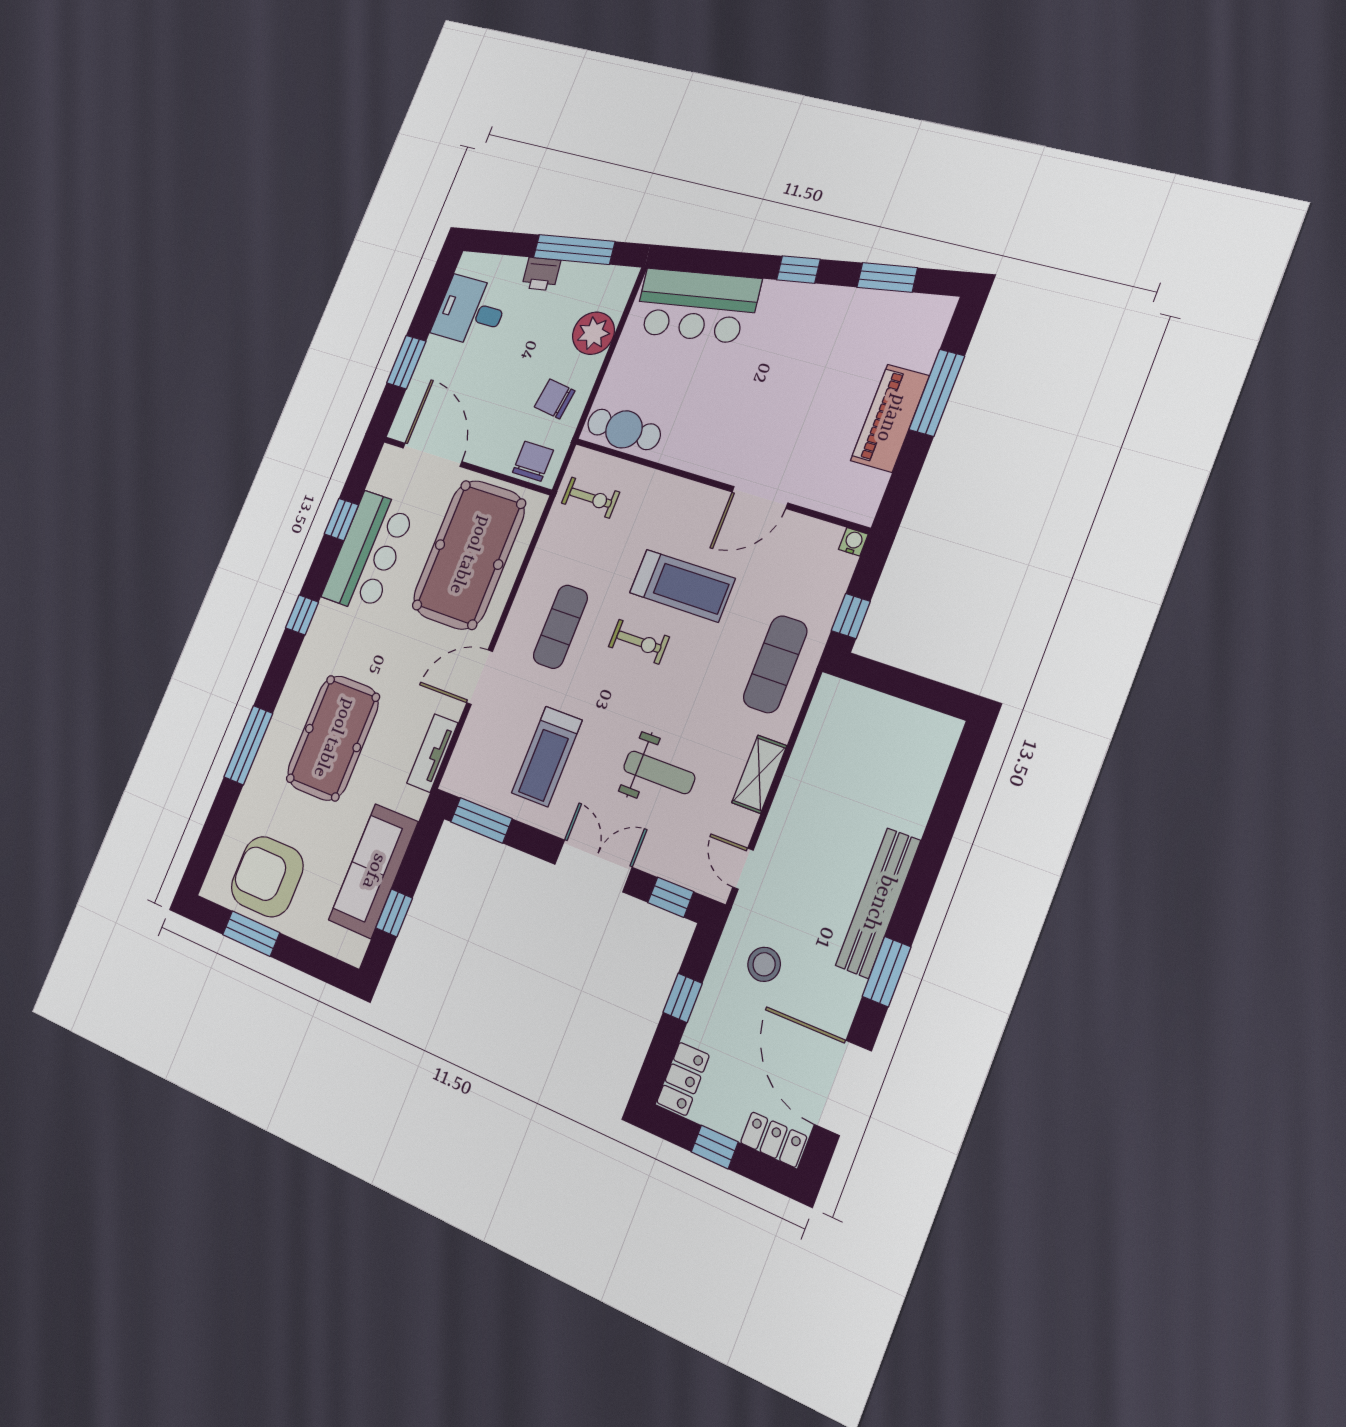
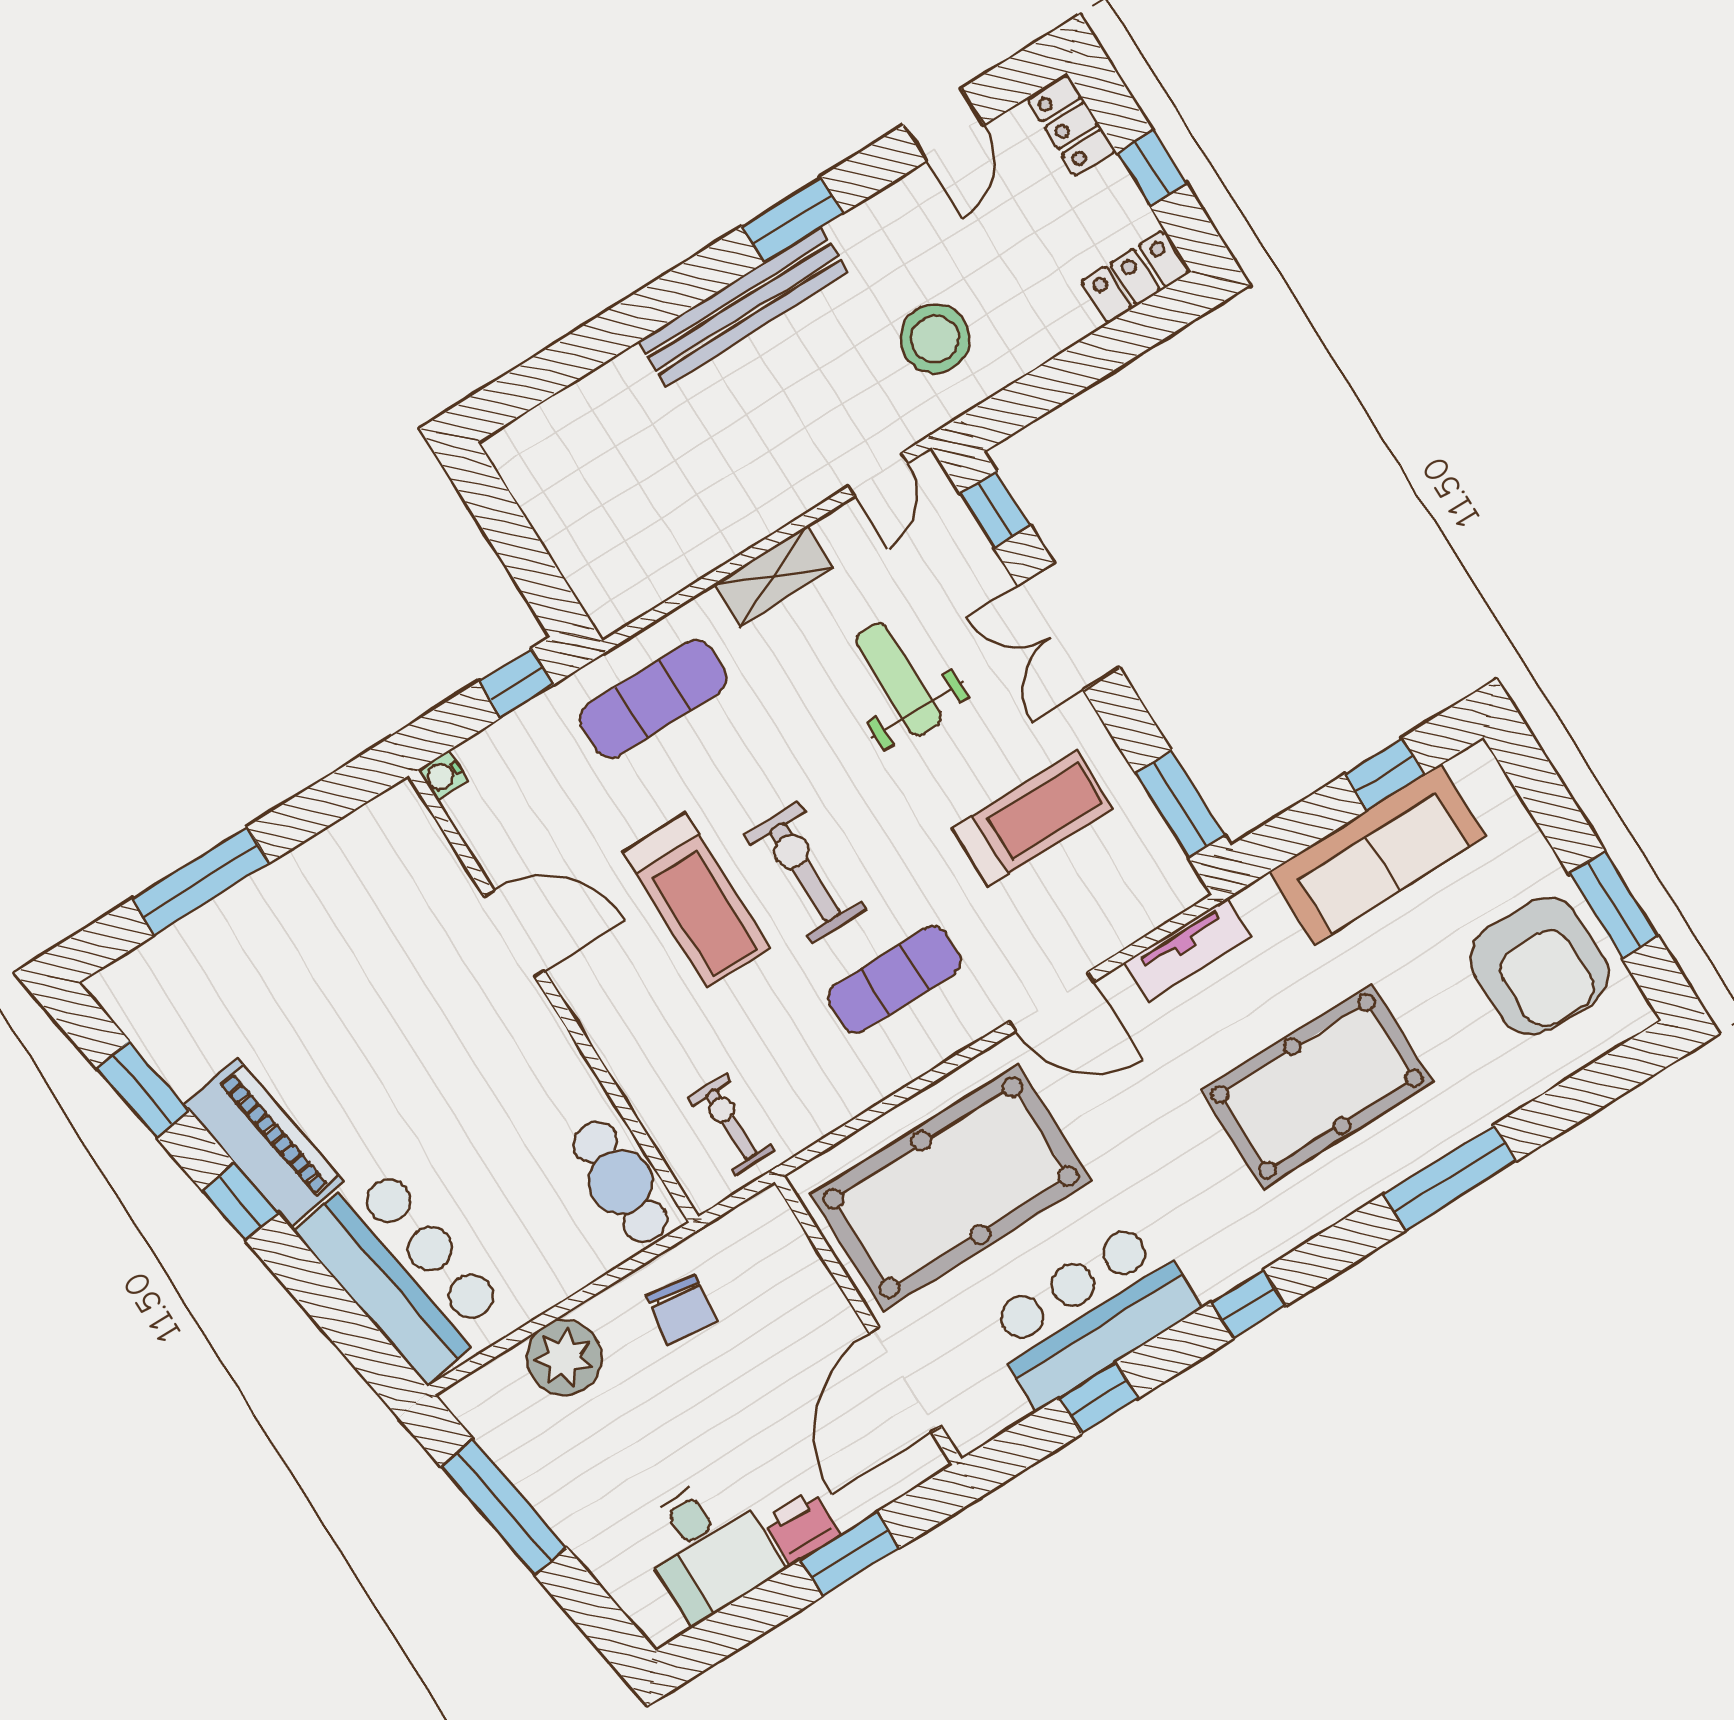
printer: (541, 274) -> (801, 1527), moved, turned -81
piano: (890, 418) -> (264, 1143), moved, turned -99
chair: (533, 461) -> (772, 1245), removed
treadmill: (682, 586) -> (696, 900), turned 180
exercise bike: (639, 642) -> (805, 872), width x1.38, depth x1.39
stool: (764, 964) -> (935, 339), width x1.38, depth x1.38
window: (683, 998) -> (1067, 375), removed
door: (843, 1088) -> (944, 125), width x0.53

